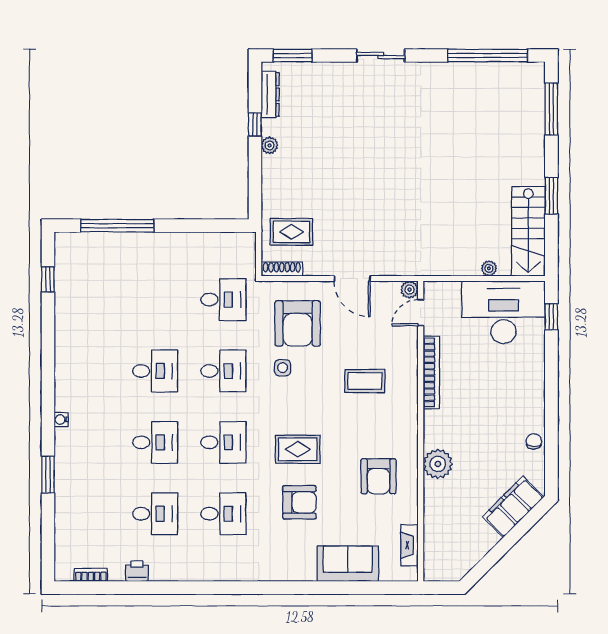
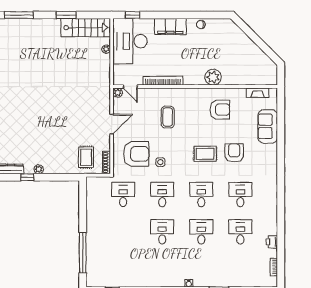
rug: (298, 449) -> (205, 154), turned 90
filing cabinet: (513, 507) -> (170, 27), moved, turned -45

